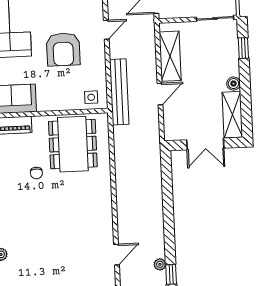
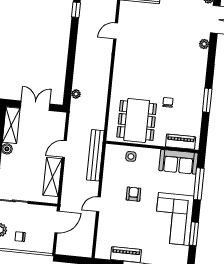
armchair: (63, 49) -> (134, 194), width x0.53, depth x0.53
side table: (91, 97) -> (131, 156), moved
plant: (160, 264) -> (76, 94), moved

